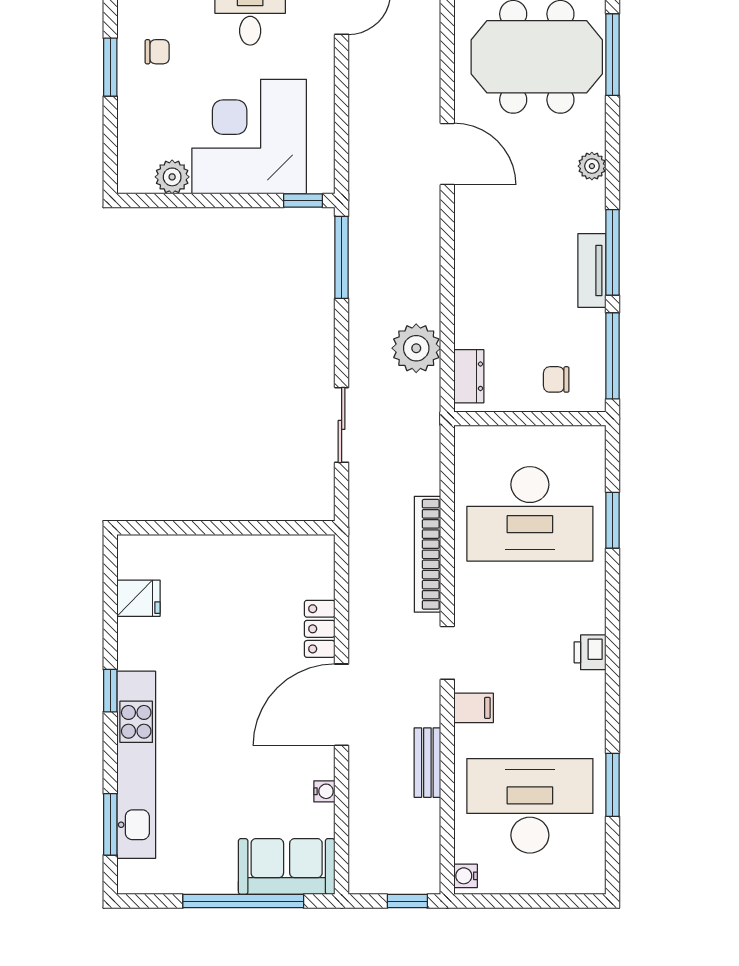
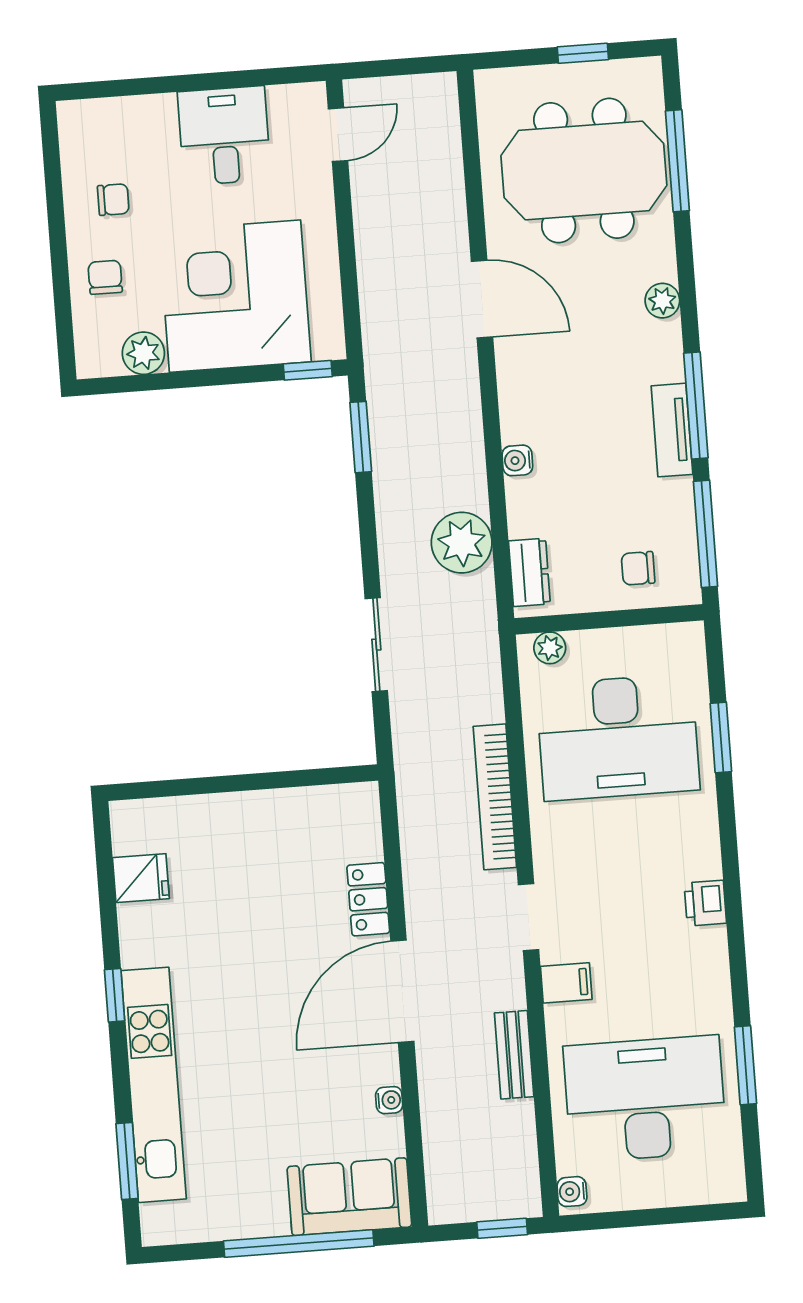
window: (110, 67) -> (56, 223), removed
chair: (146, 114) -> (105, 277), added
window: (342, 257) -> (361, 437), width x0.69
water cooler: (466, 286) -> (517, 460), added
plant: (481, 438) -> (550, 648), added

